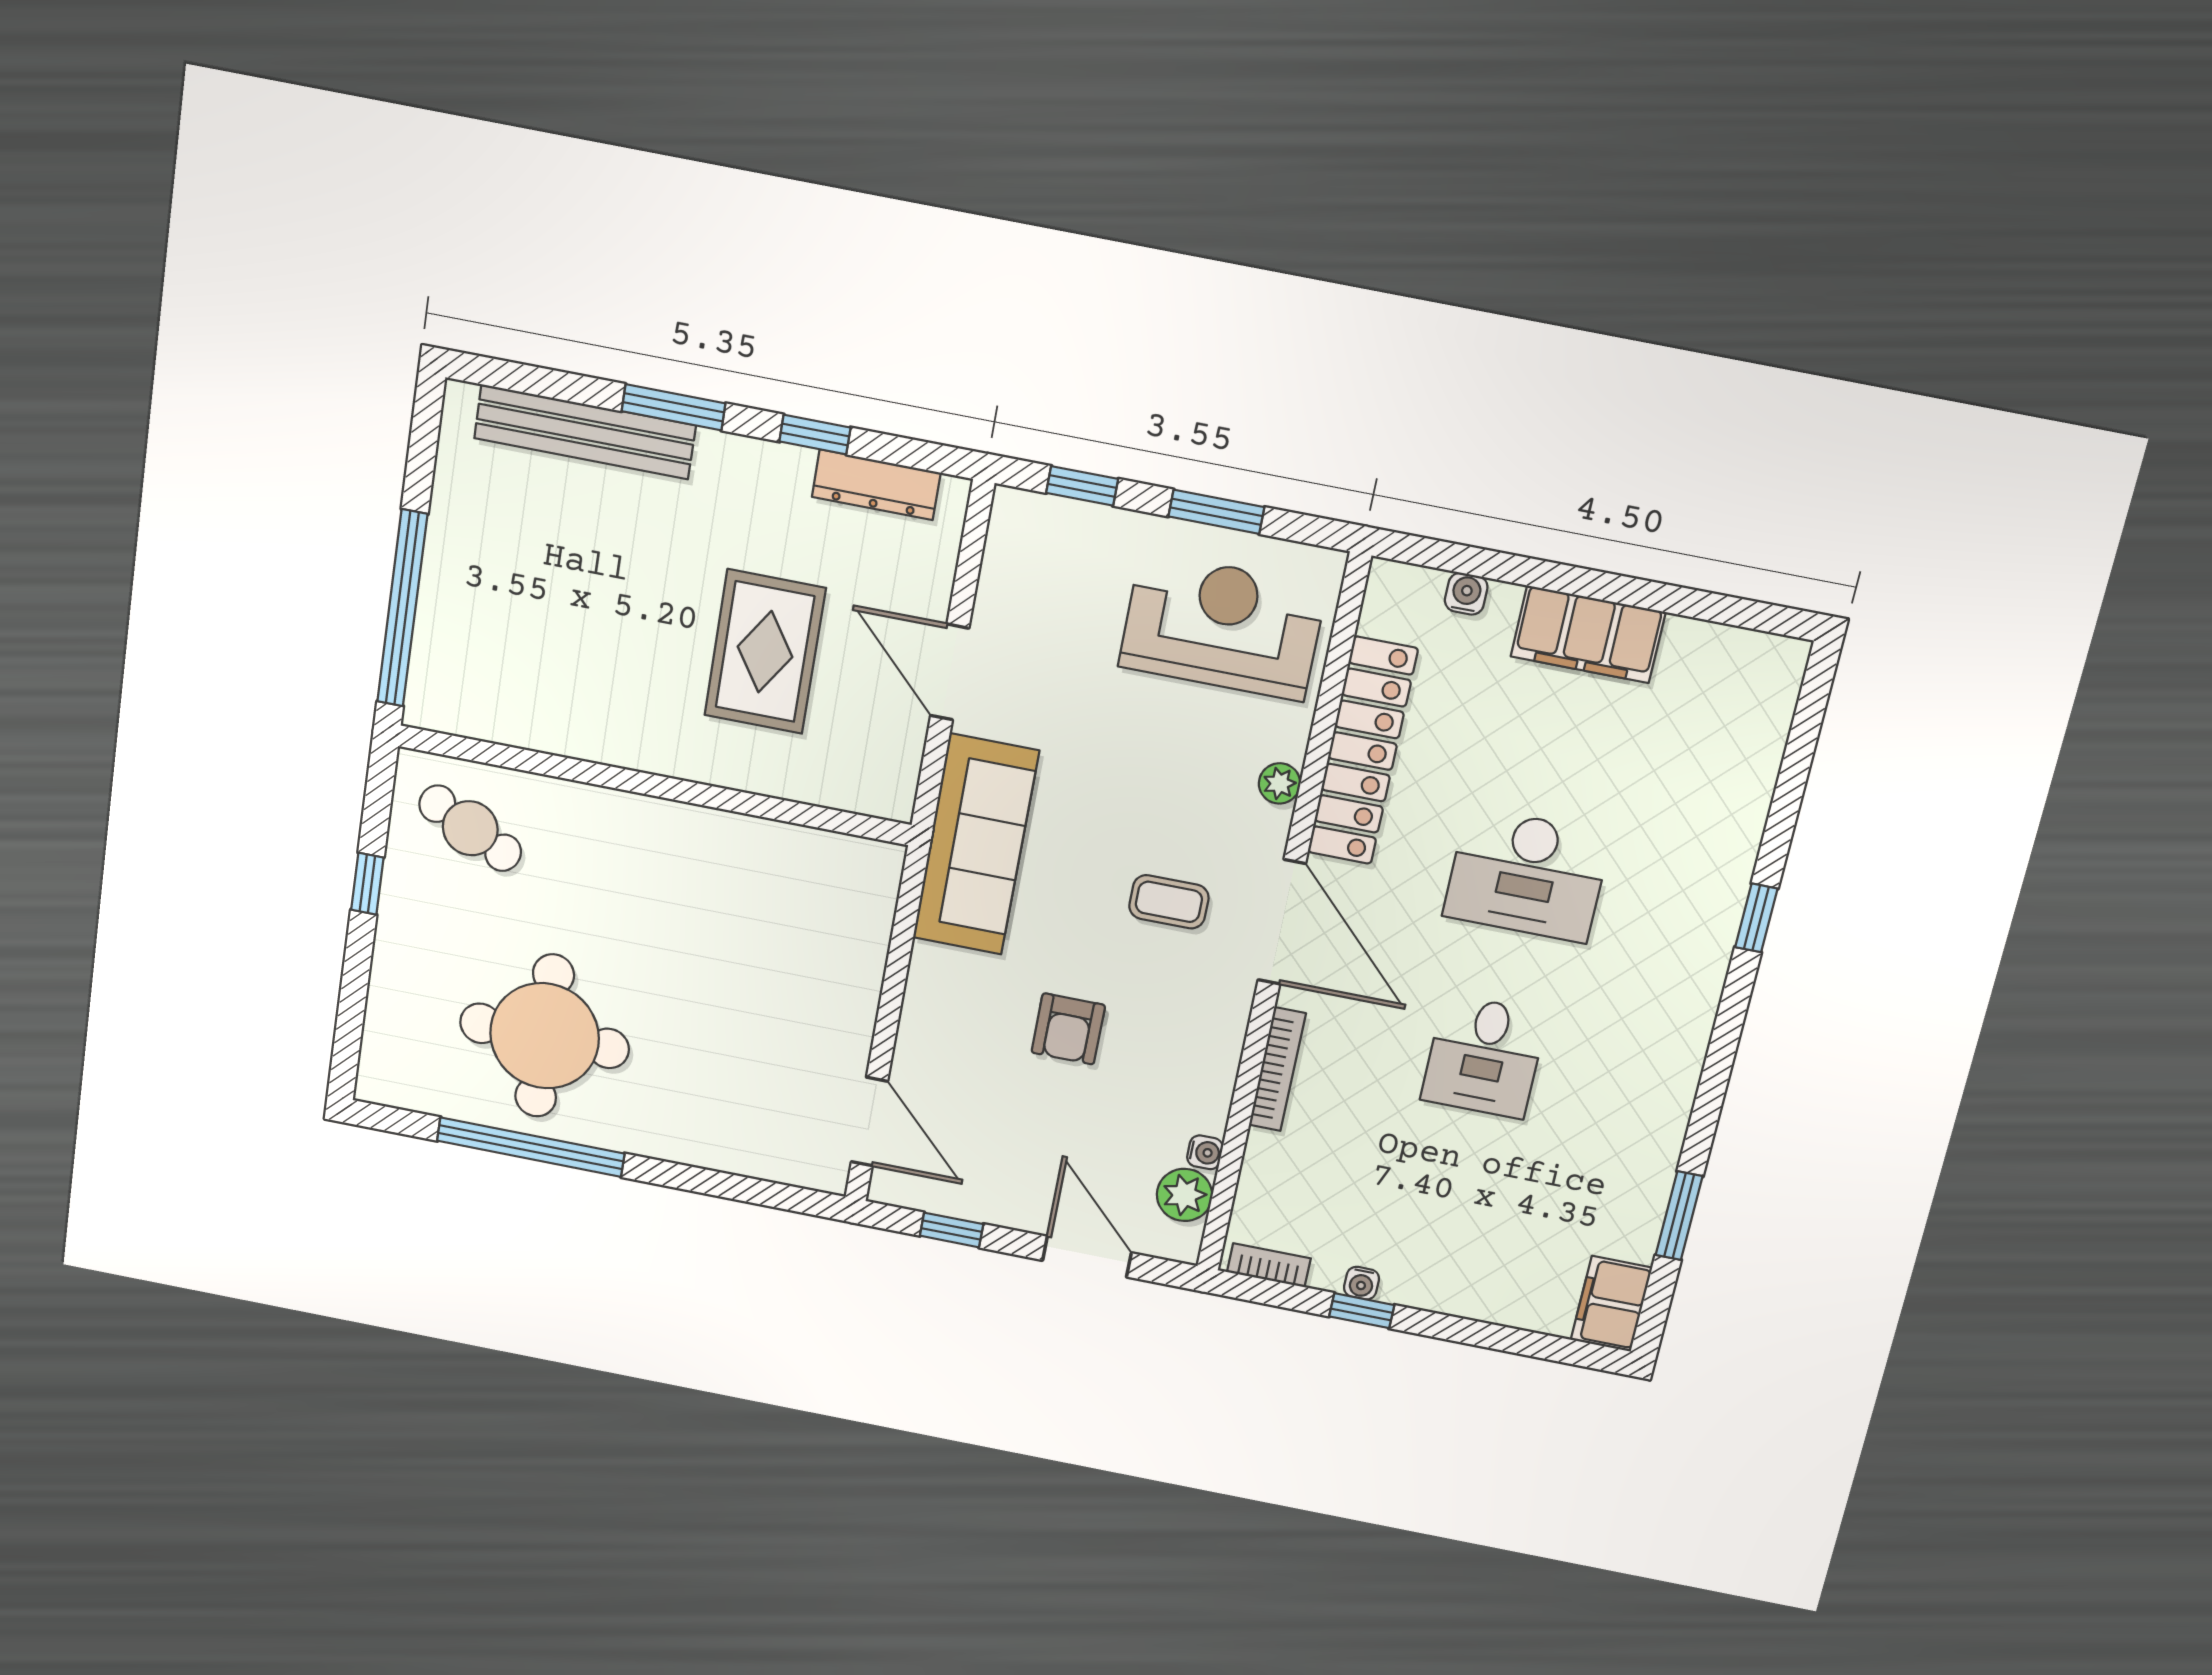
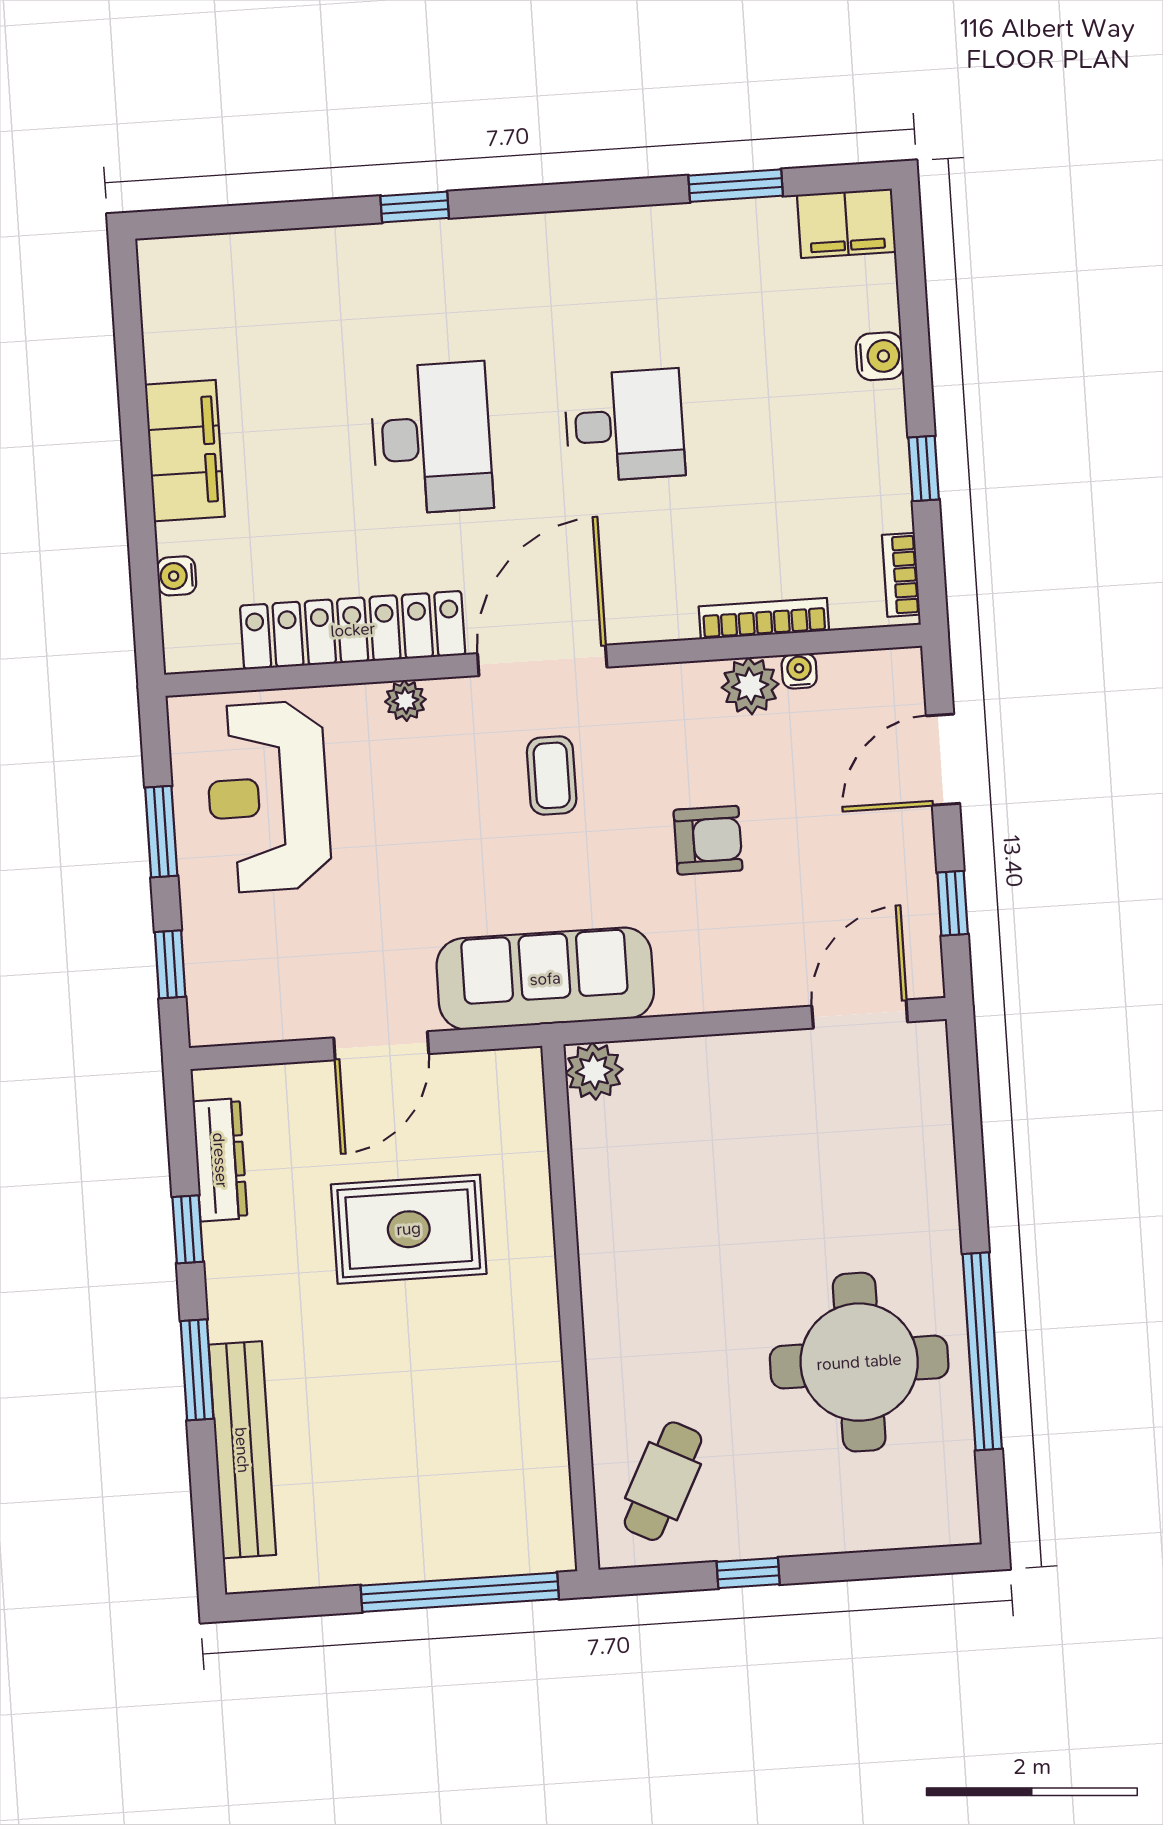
plant: (875, 867) -> (594, 1071), added
bookcase: (1277, 1069) -> (764, 619), moved
plant: (1185, 1195) -> (750, 686), moved
water cooler: (1361, 1283) -> (880, 356), moved, width x1.38, depth x1.38

